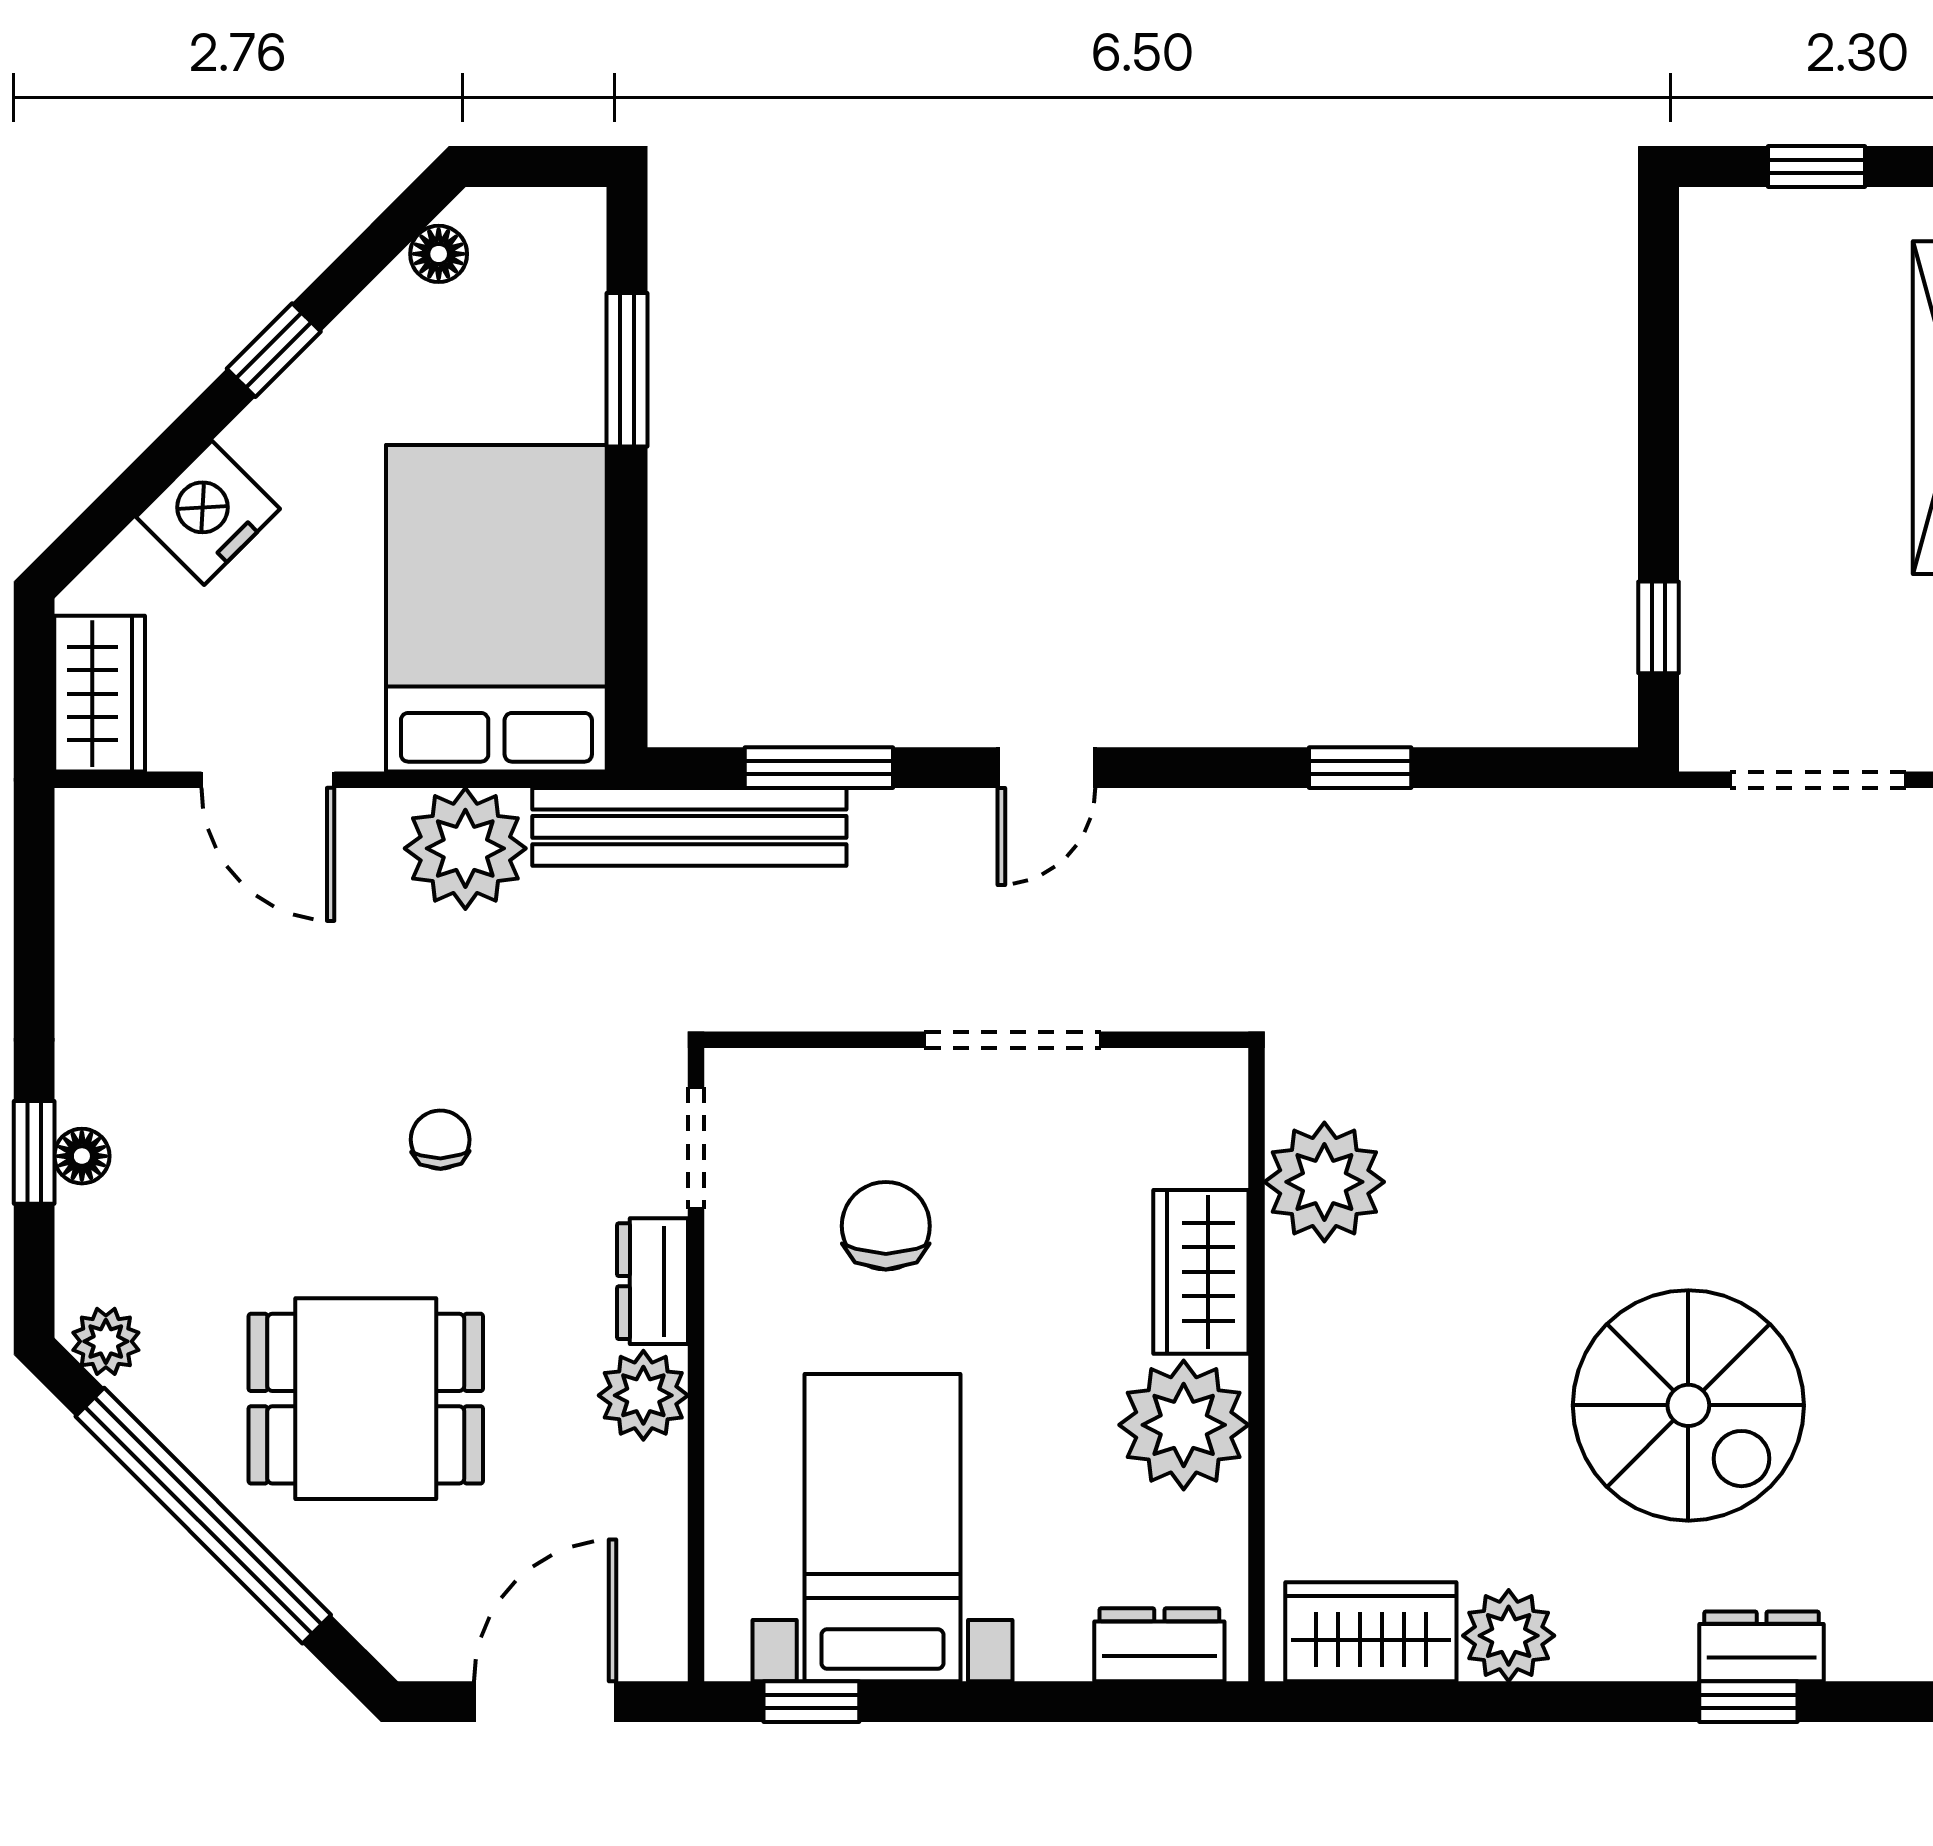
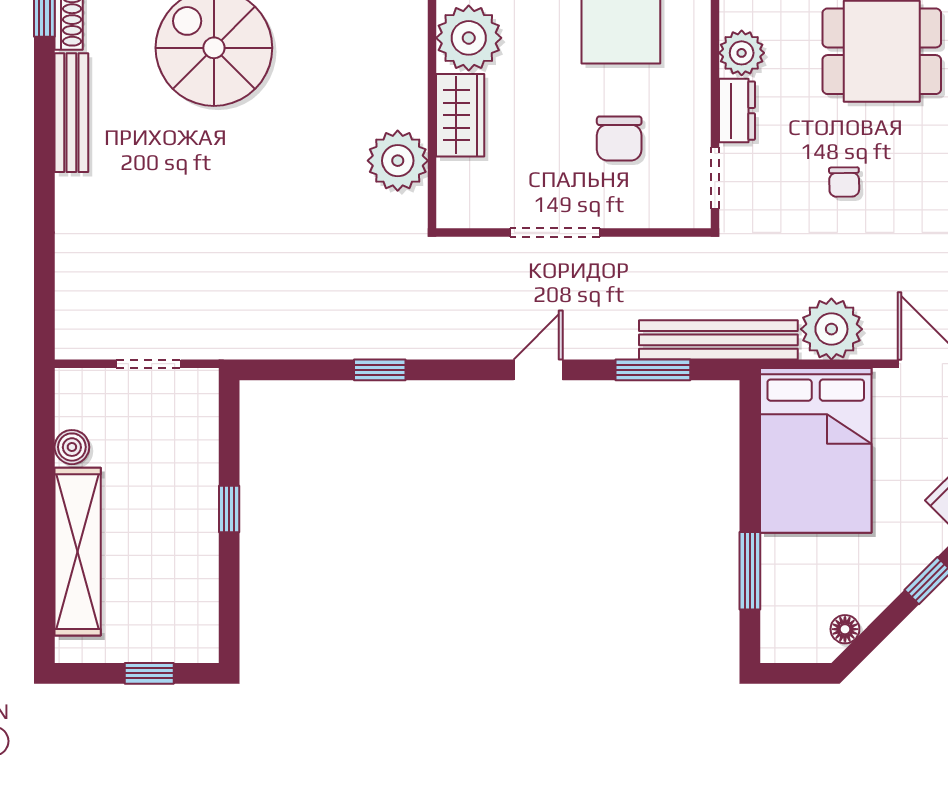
window: (1659, 627) -> (229, 509), moved
doorway: (1818, 780) -> (148, 364), width x0.73

